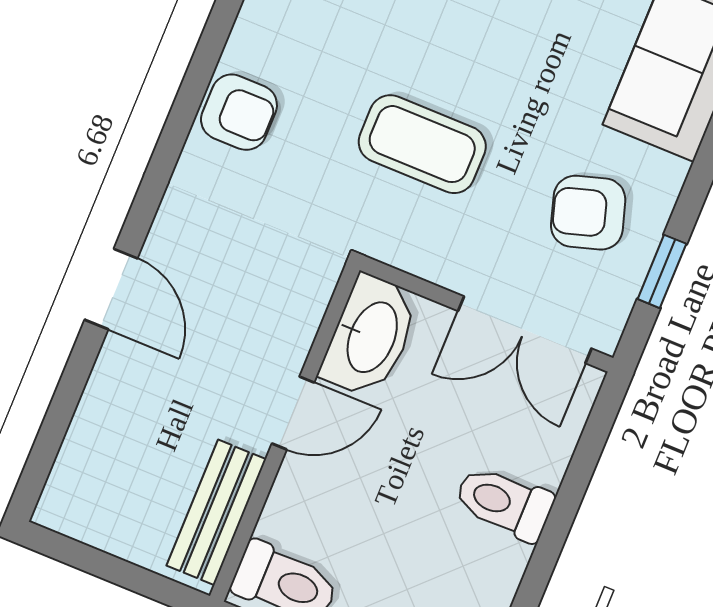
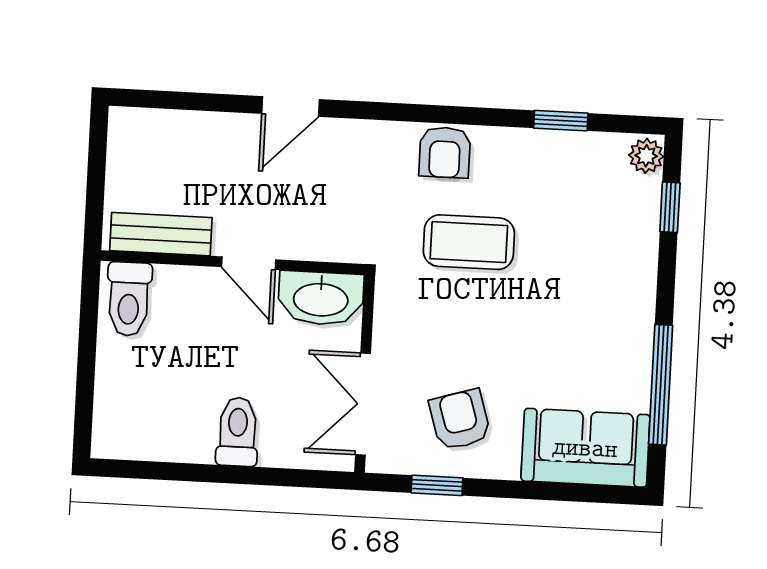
coffee table: (422, 144) -> (469, 242), moved, turned 90

